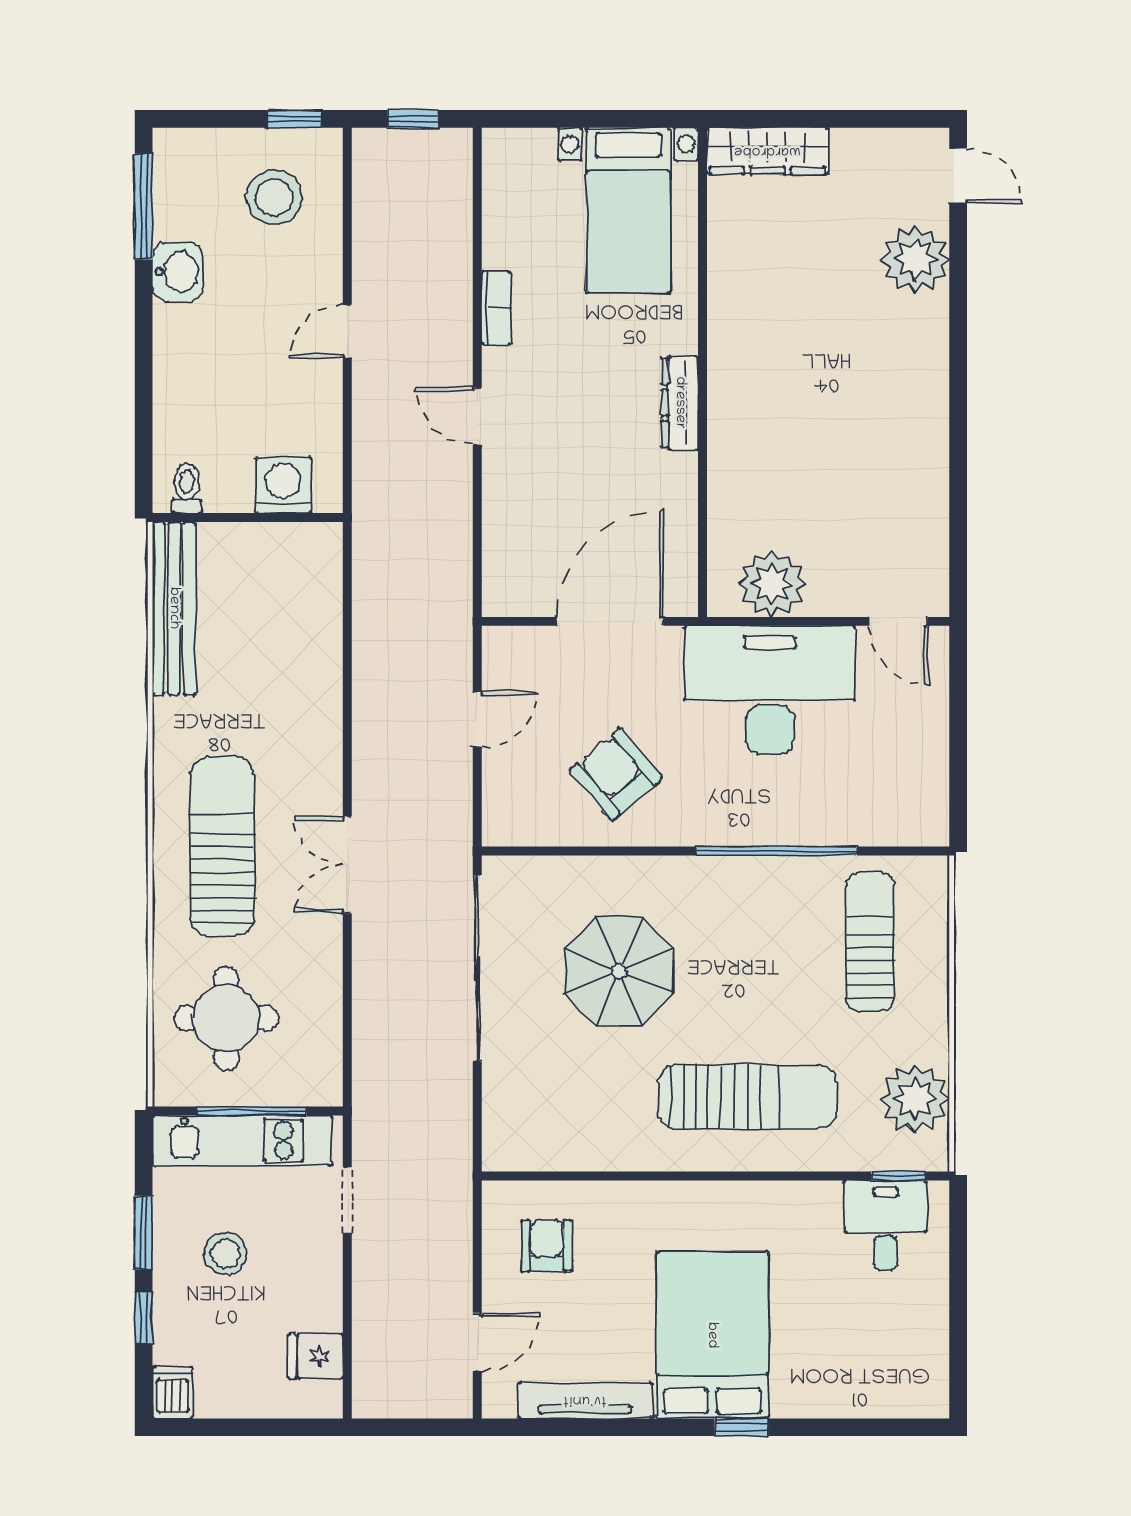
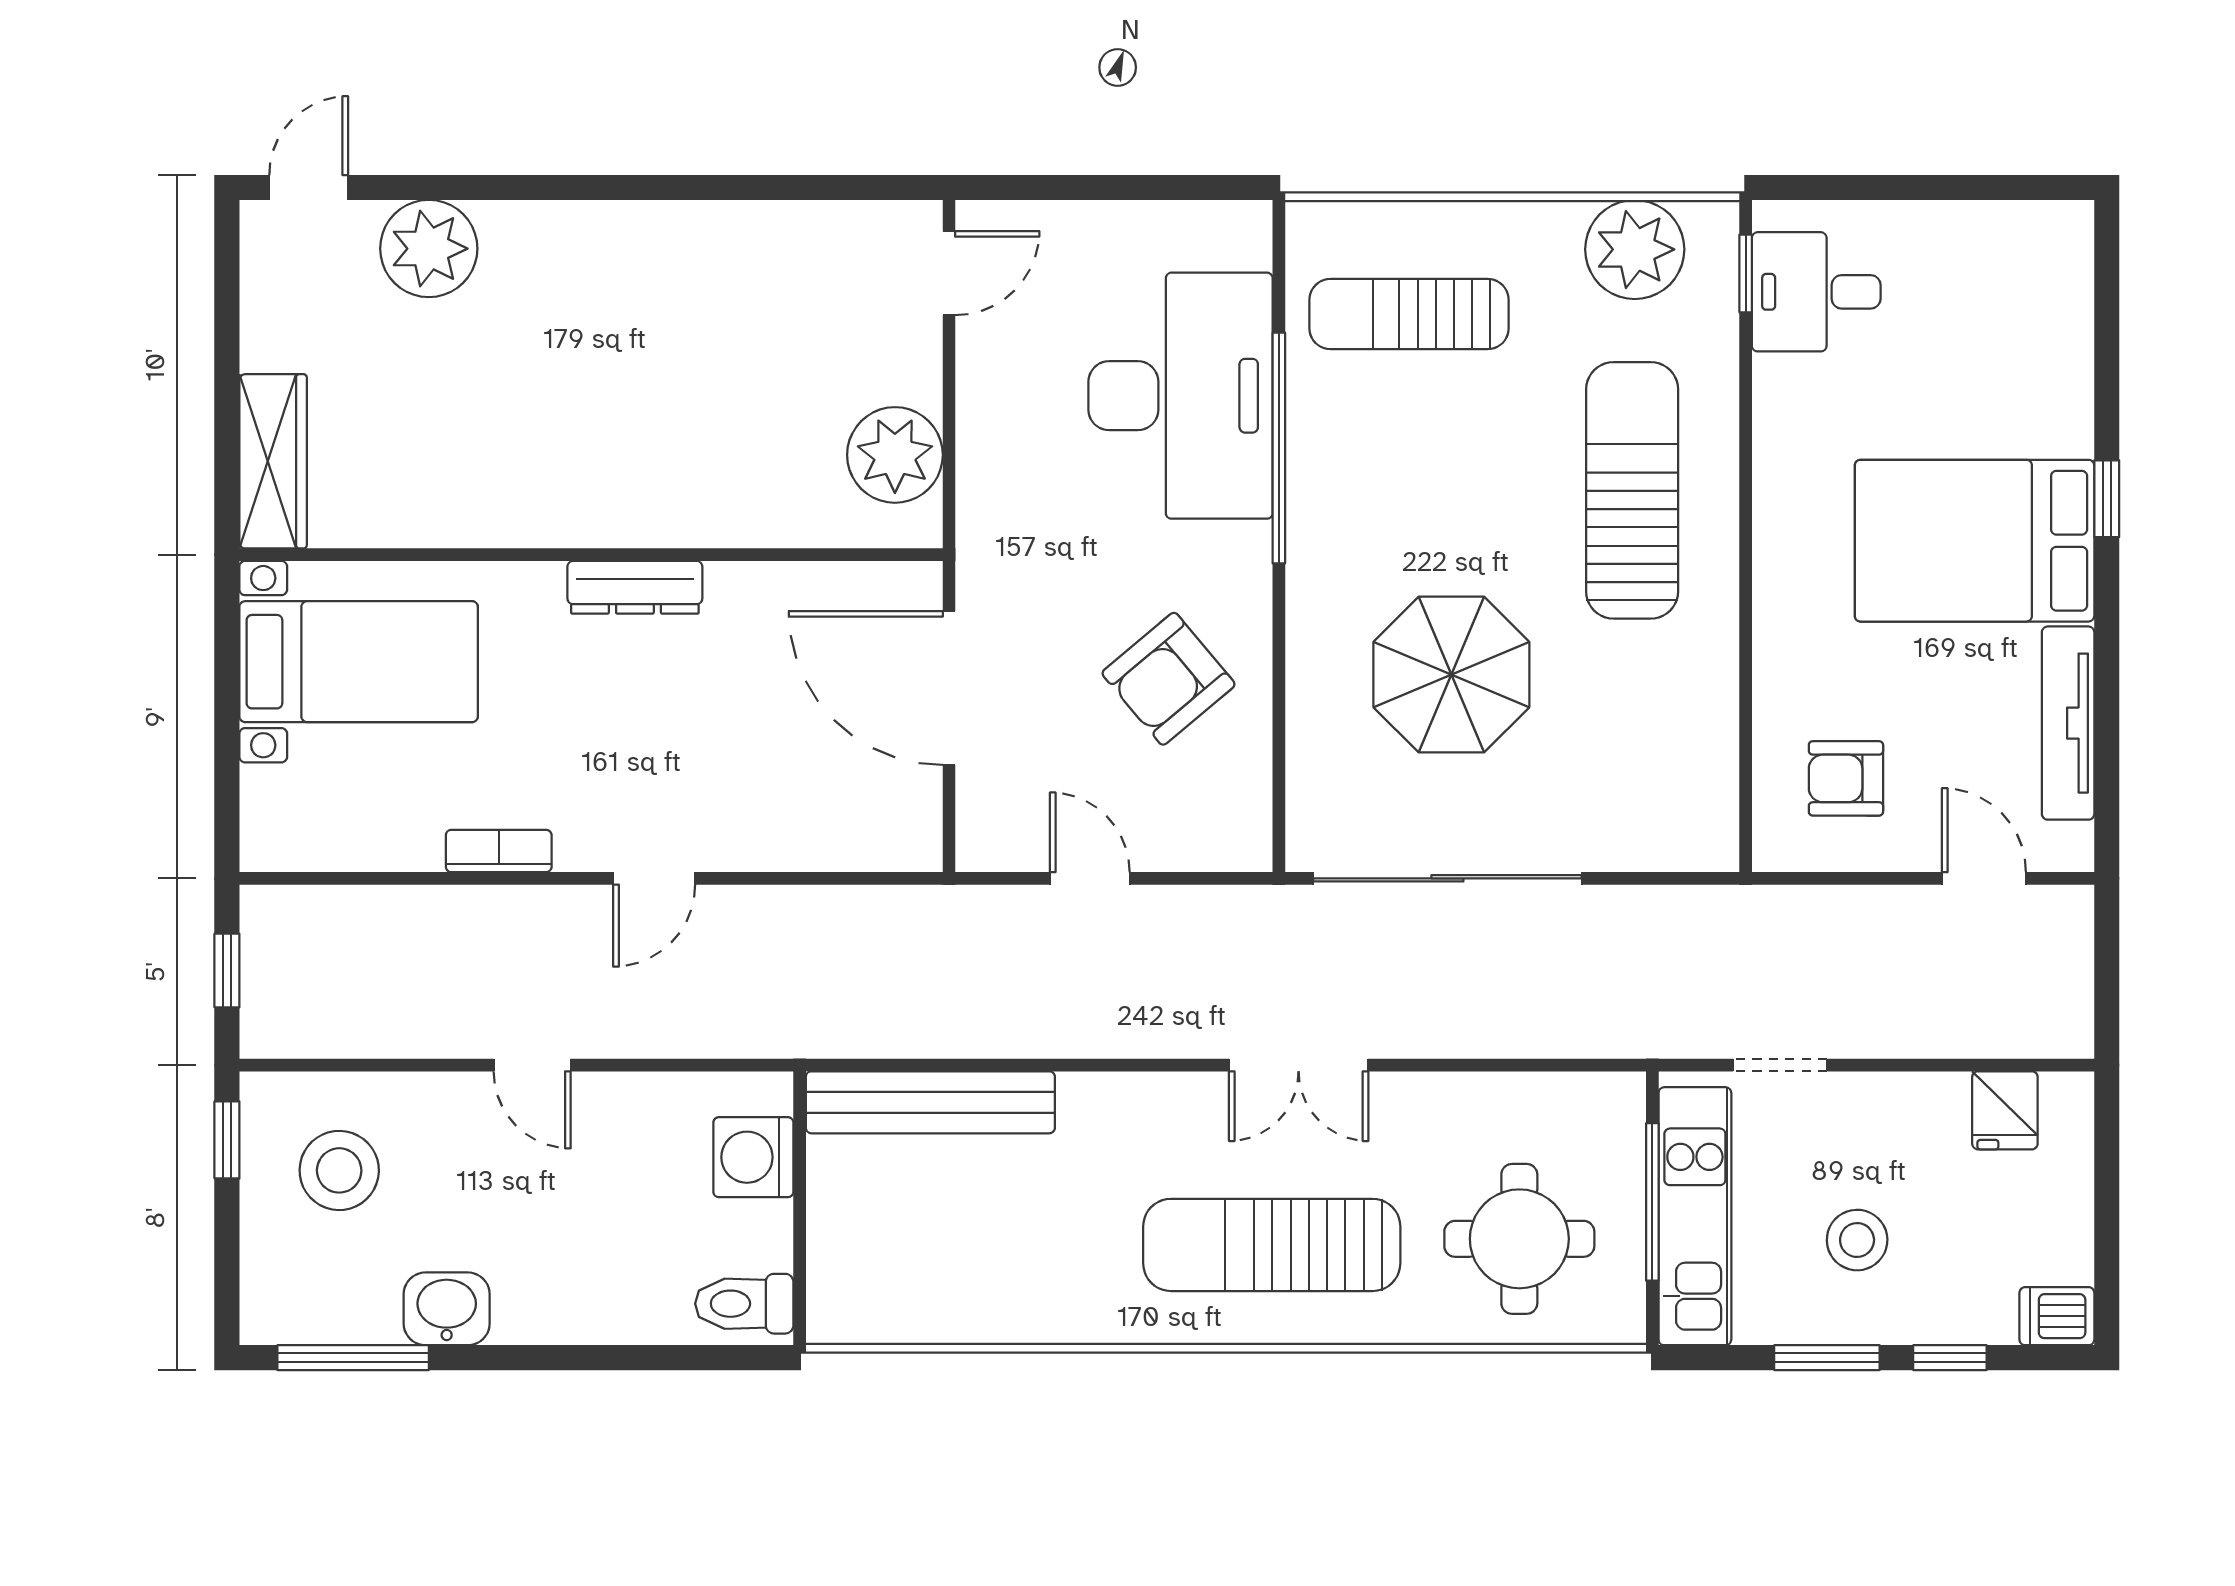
toilet: (187, 488) -> (744, 1304), width x1.37, depth x1.39
bench: (174, 608) -> (930, 1102), moved
desk: (770, 690) -> (1181, 396), moved, turned 180

